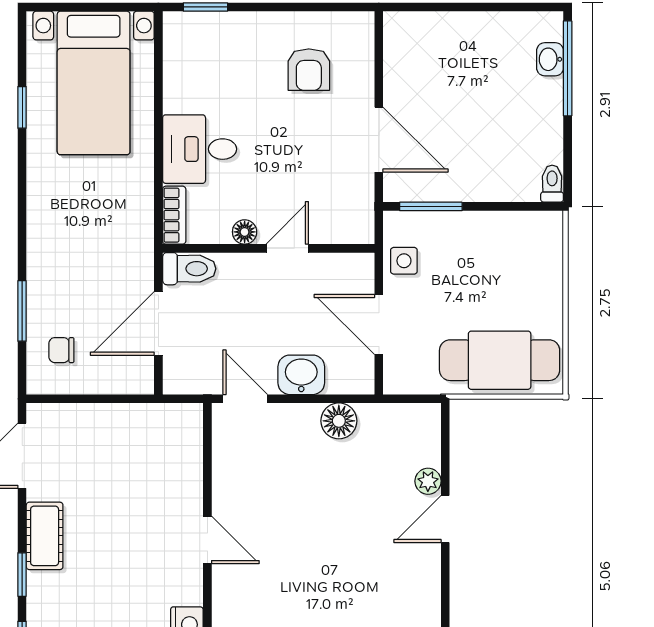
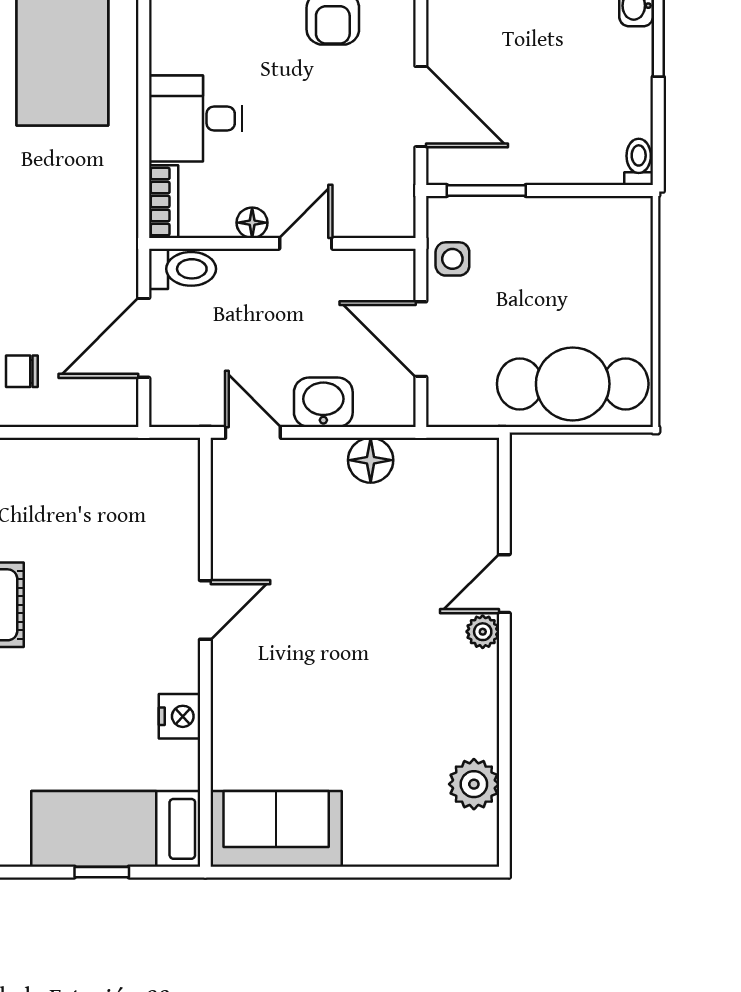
plant: (428, 481) -> (483, 632), moved
door: (207, 540) -> (205, 610), hinge flipped

